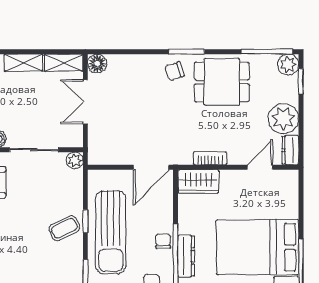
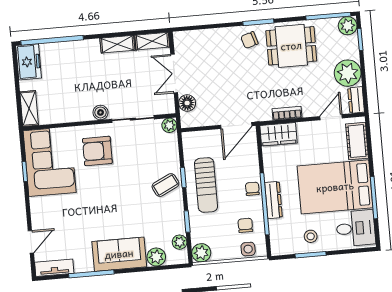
floor lamp: (97, 64) -> (187, 103), moved
cot: (287, 197) -> (357, 141), added
sun lounger: (111, 232) -> (206, 185), width x0.73, depth x0.75

